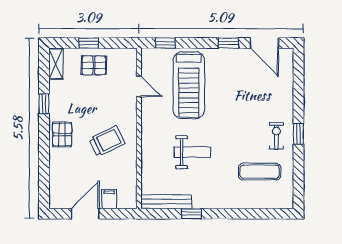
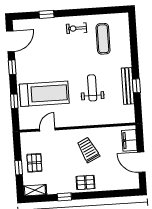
window: (165, 43) -> (14, 101), moved
window: (299, 134) -> (46, 14), moved
filing cabinet: (109, 199) -> (129, 140), width x2.00
bench: (166, 202) -> (128, 86), moved

